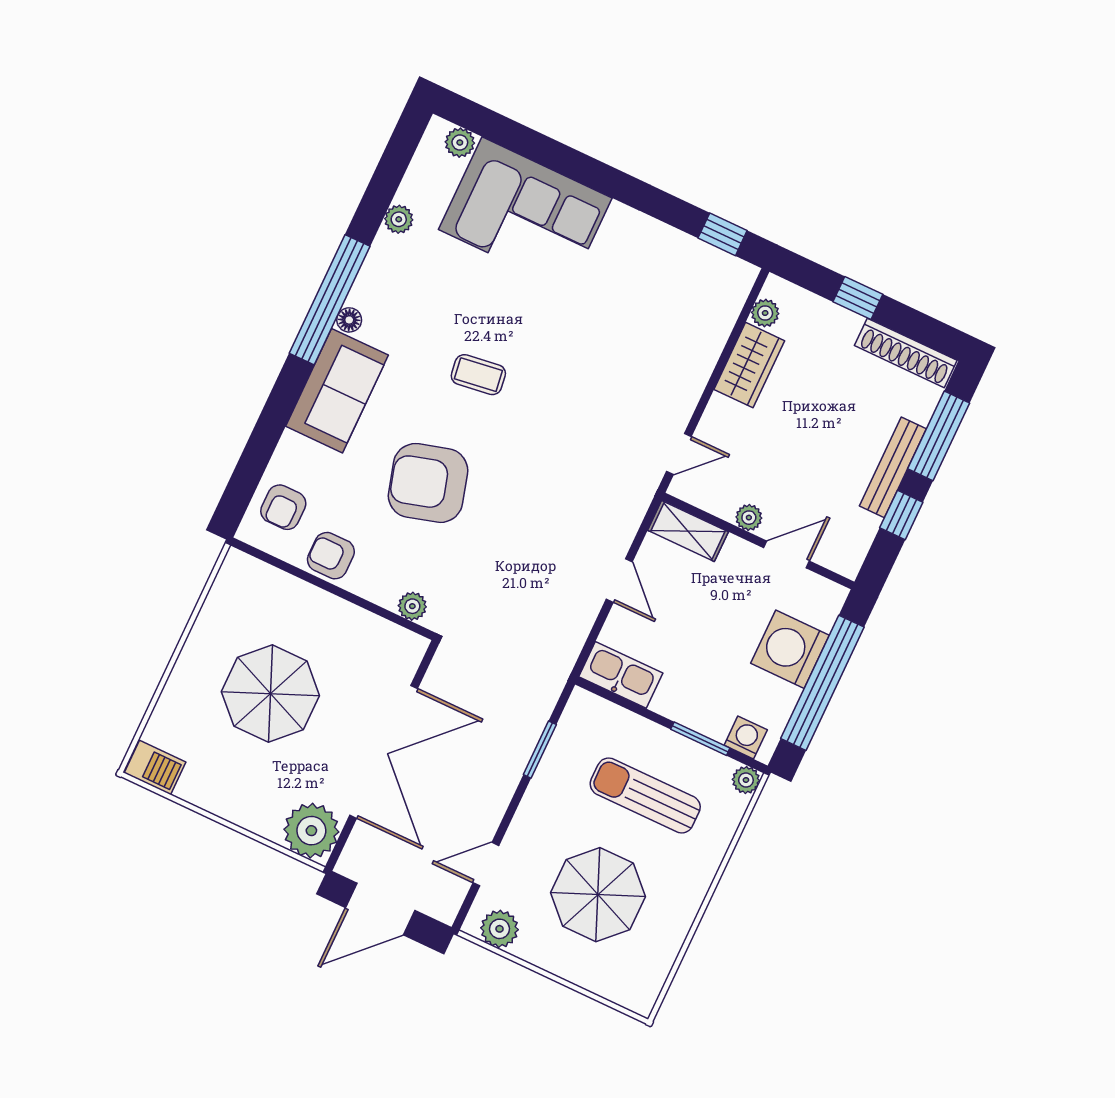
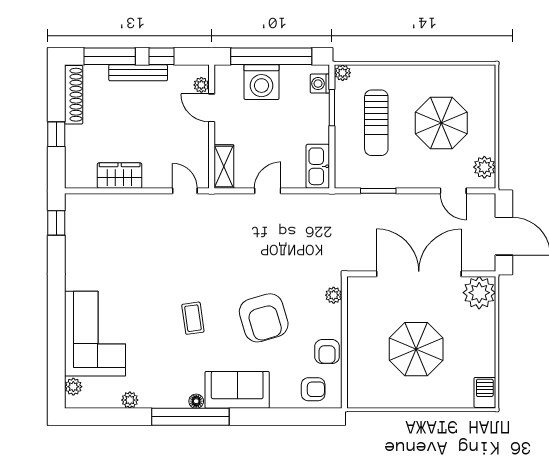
plant: (765, 313) -> (88, 180), removed
plant: (749, 518) -> (201, 85), moved

